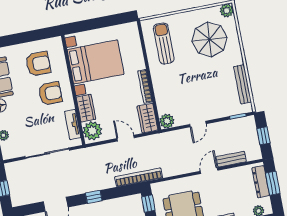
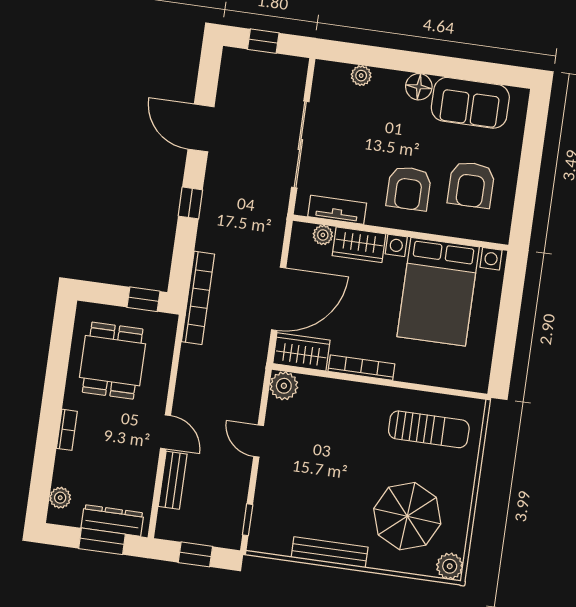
bench: (243, 84) -> (330, 552), moved
plant: (92, 131) -> (323, 235), width x0.53, depth x0.53
door: (126, 138) -> (279, 299), width x1.87

